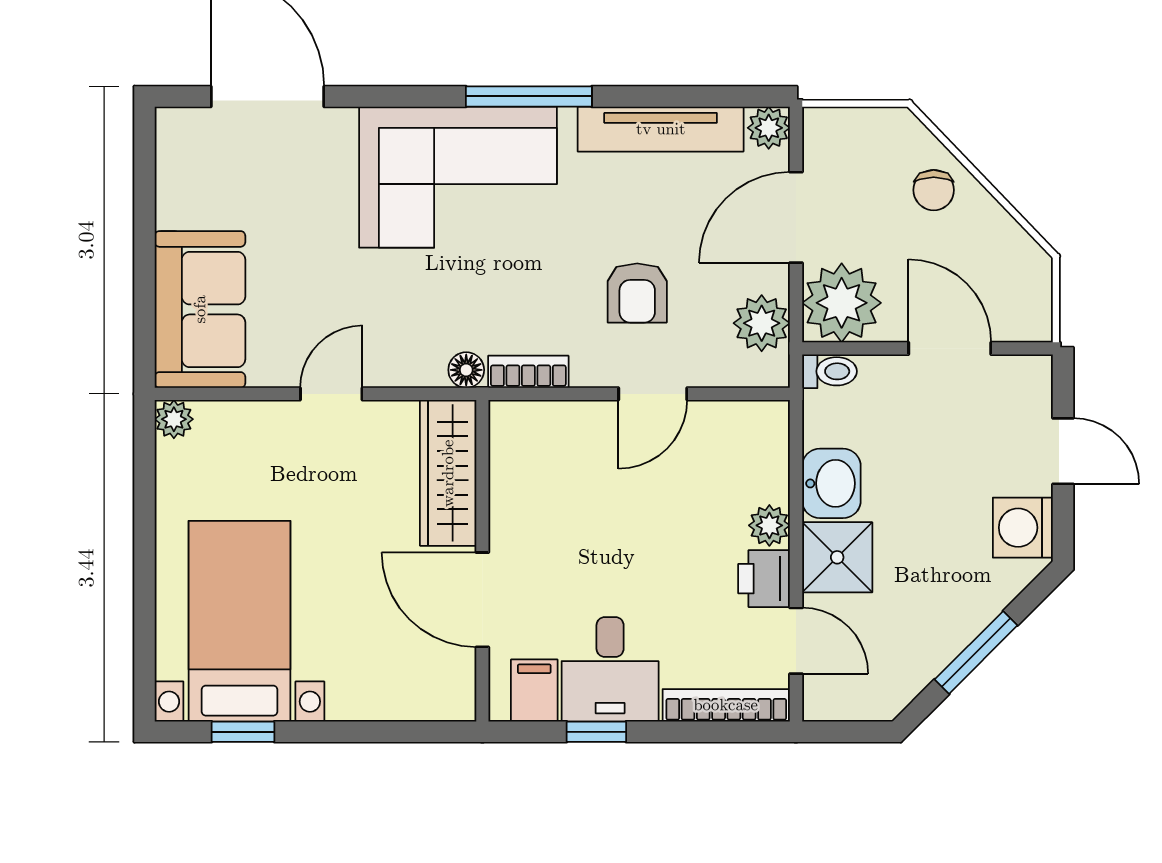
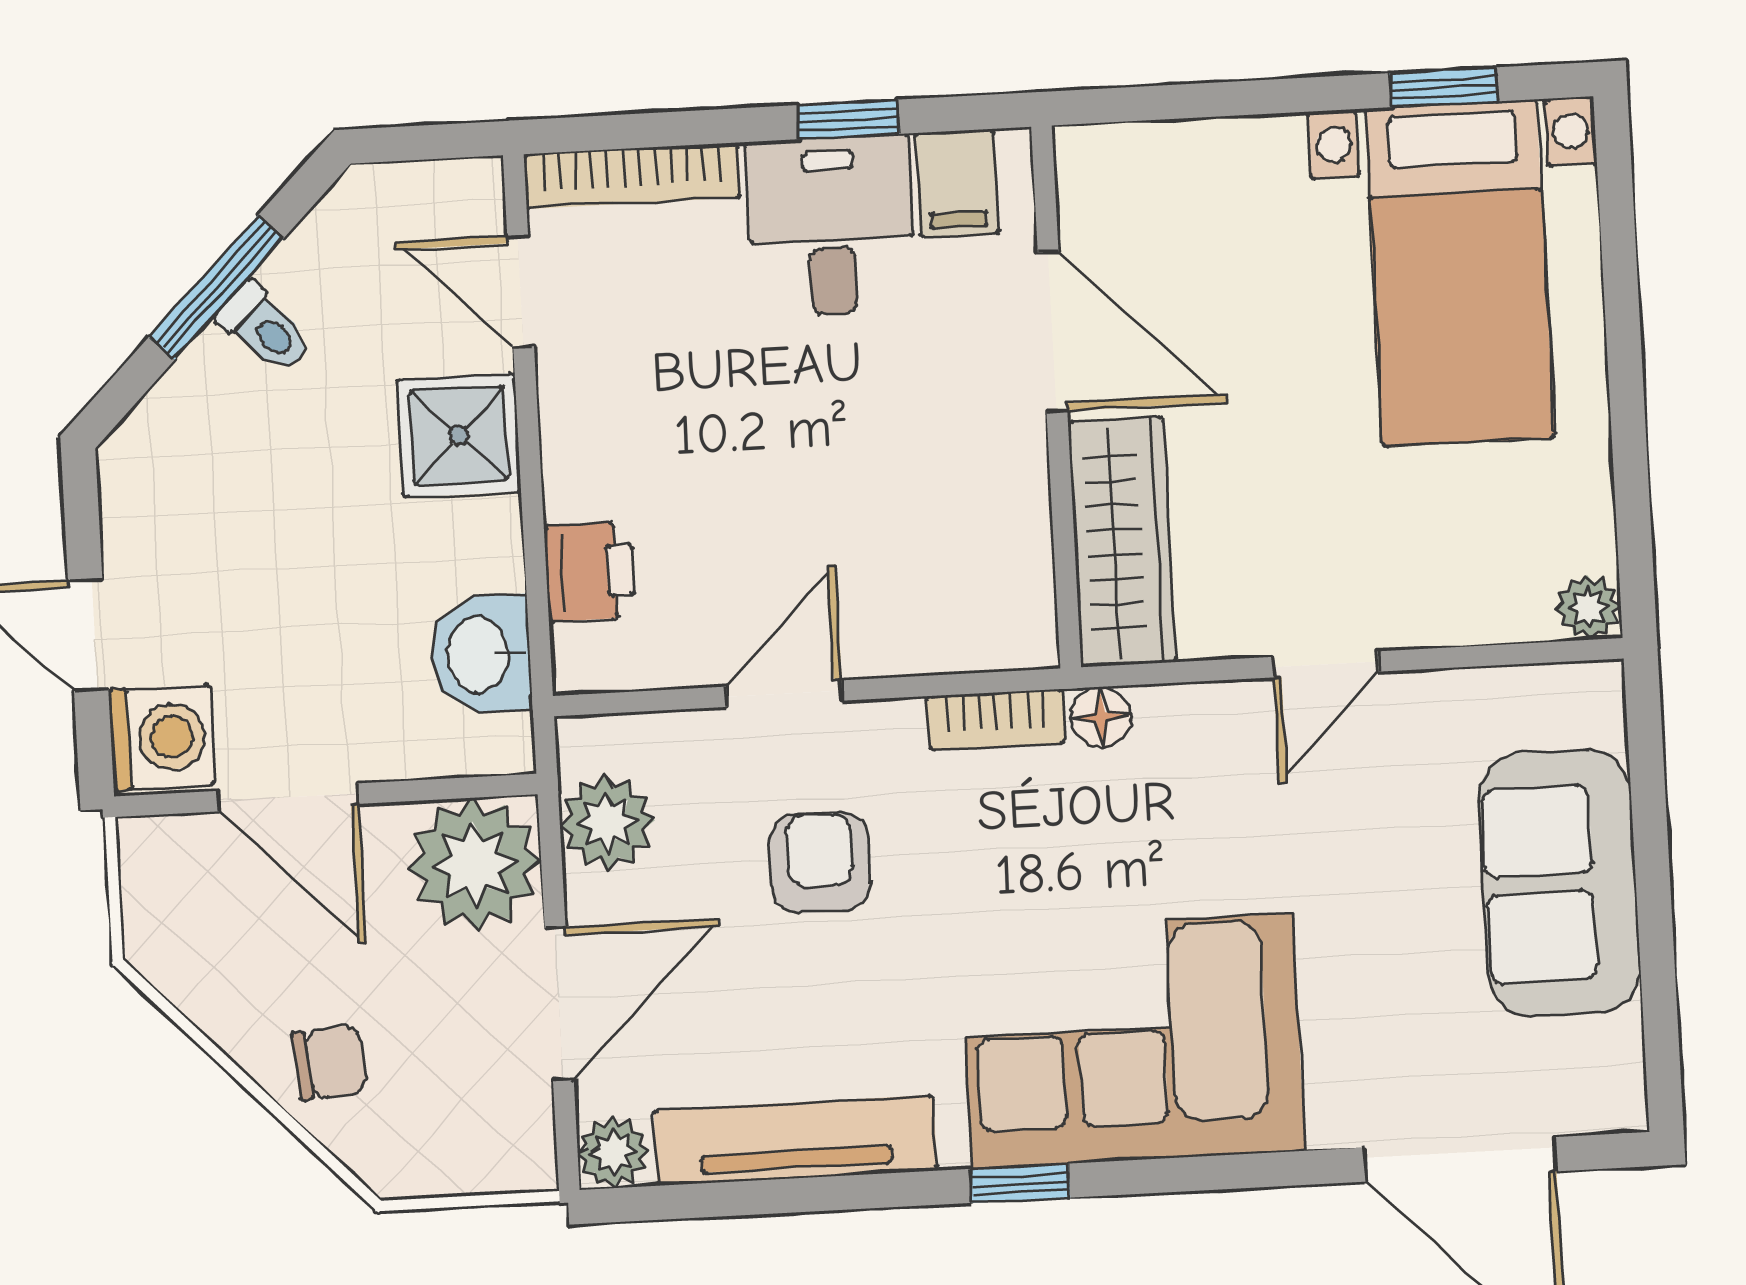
window: (529, 96) -> (1020, 1183), width x0.46
chair: (934, 190) -> (330, 1063), turned 85
sofa: (200, 309) -> (1559, 883), moved
toilet: (829, 371) -> (265, 328), moved, turned -135
washbasin: (831, 483) -> (480, 654), moved
plant: (769, 525) -> (576, 483), removed
washing machine: (1023, 528) -> (162, 737), moved
printer: (764, 579) -> (590, 572), moved

